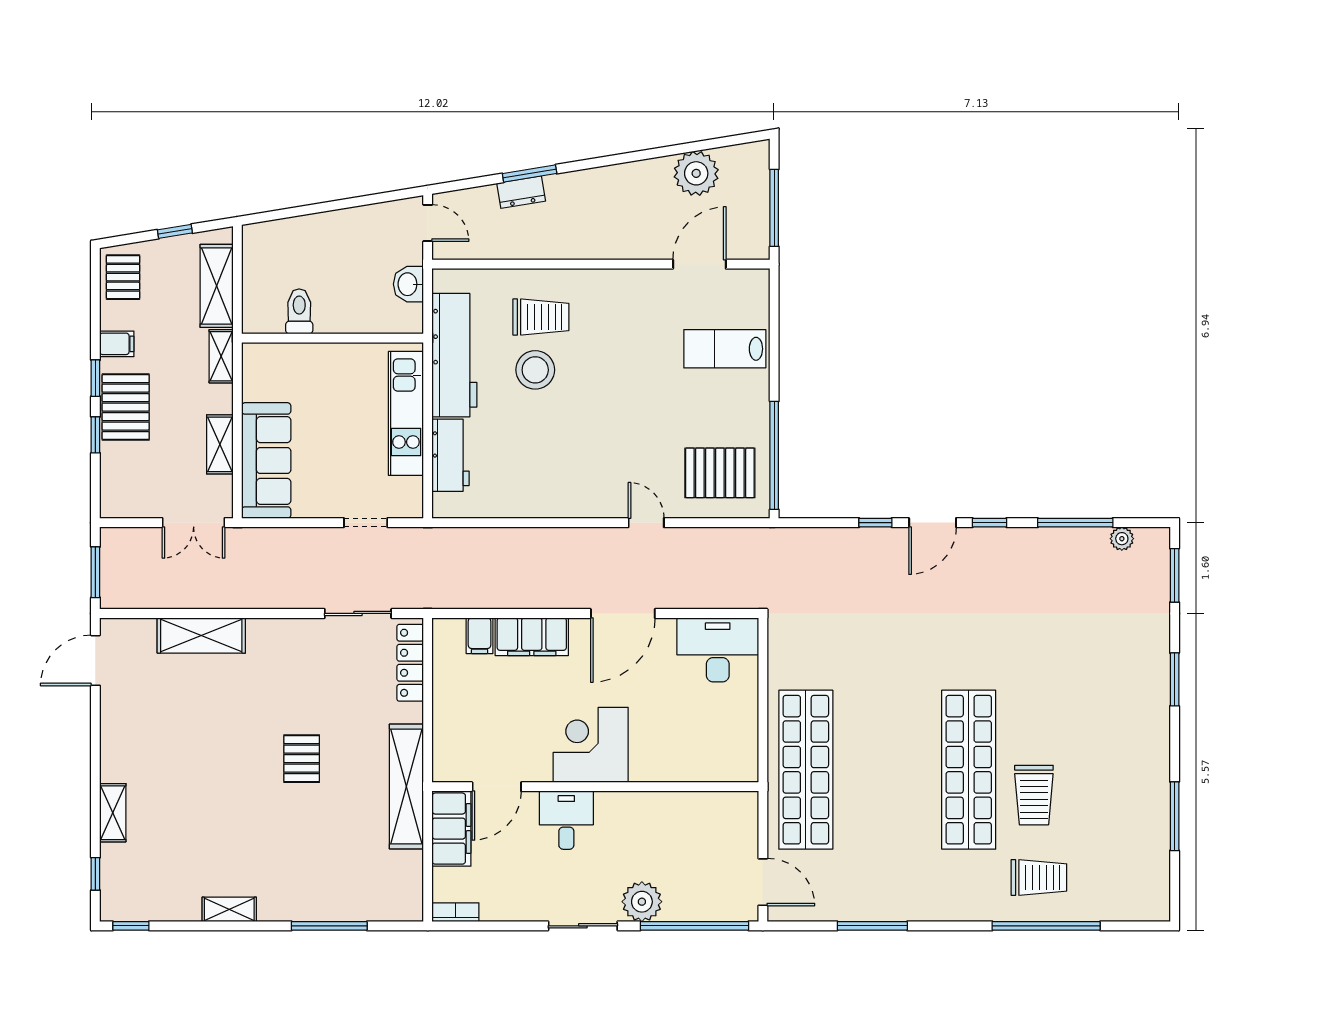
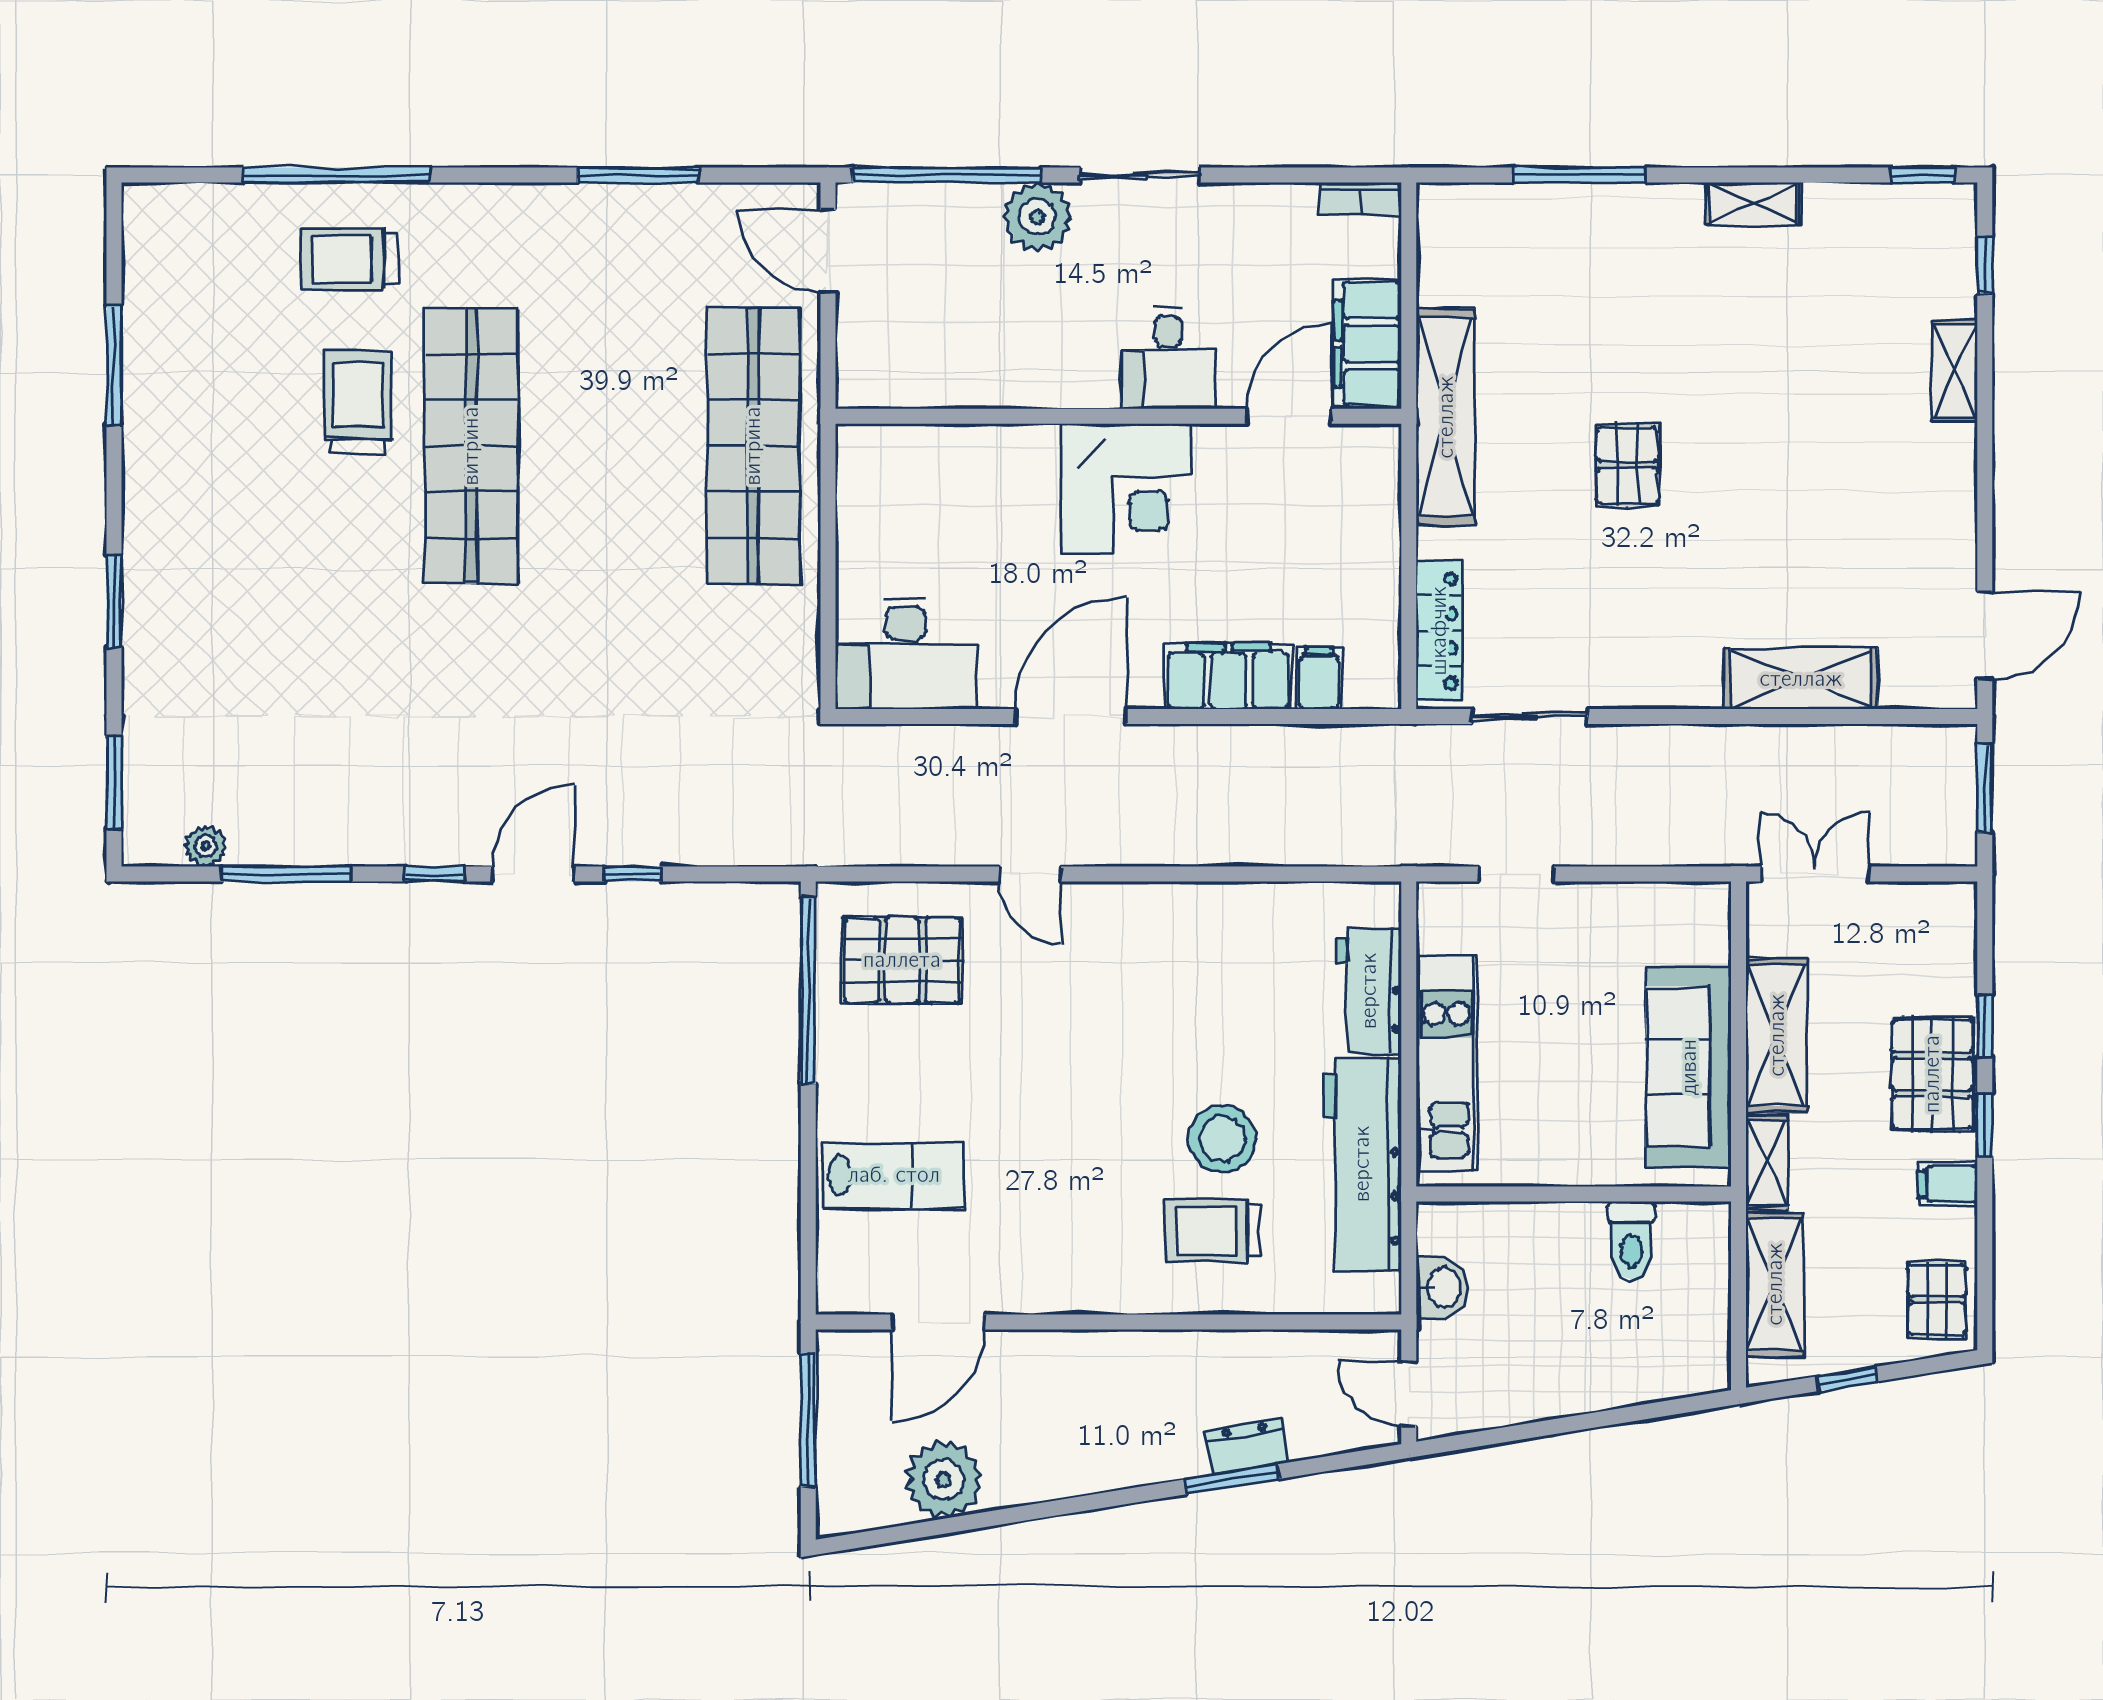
shelving: (220, 444) -> (1777, 1035), width x1.50, depth x1.33
sofa: (266, 461) -> (1689, 1067), moved

